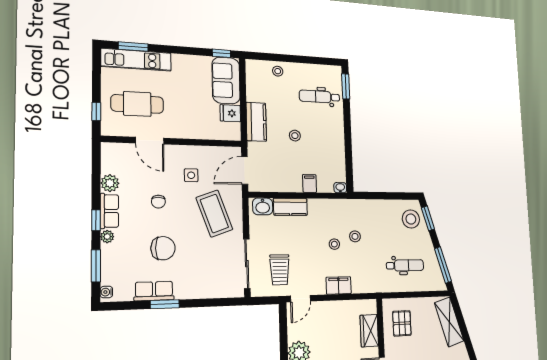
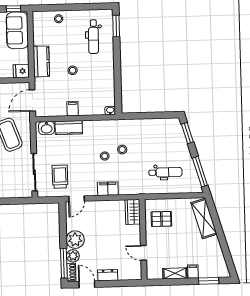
dental chair: (320, 97) -> (93, 37), turned -89
fridge: (230, 113) -> (21, 71), moved
filing cabinet: (310, 183) -> (73, 109), moved
stool: (411, 219) -> (172, 134), removed
trolley: (280, 270) -> (60, 177), turned 180
pallet: (402, 323) -> (161, 219), turned 90
wardrobe: (369, 331) -> (133, 212), moved

